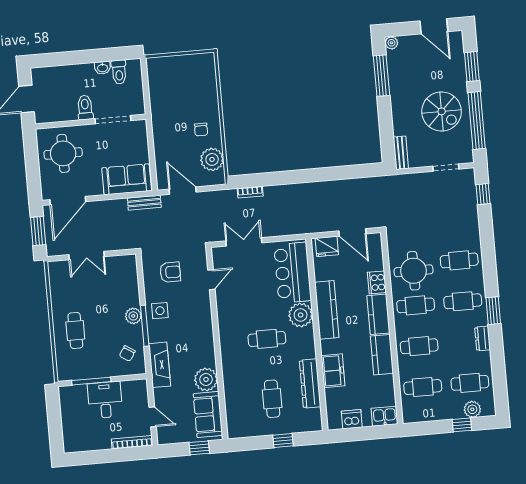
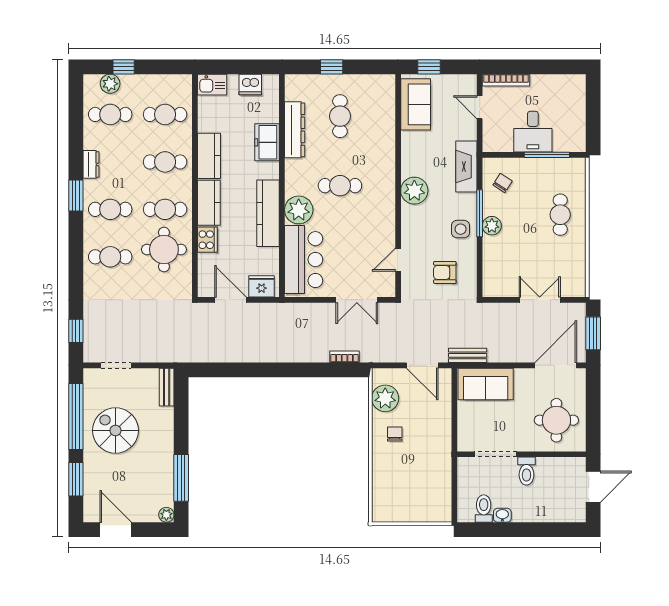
plant: (206, 379) -> (414, 191), moved

